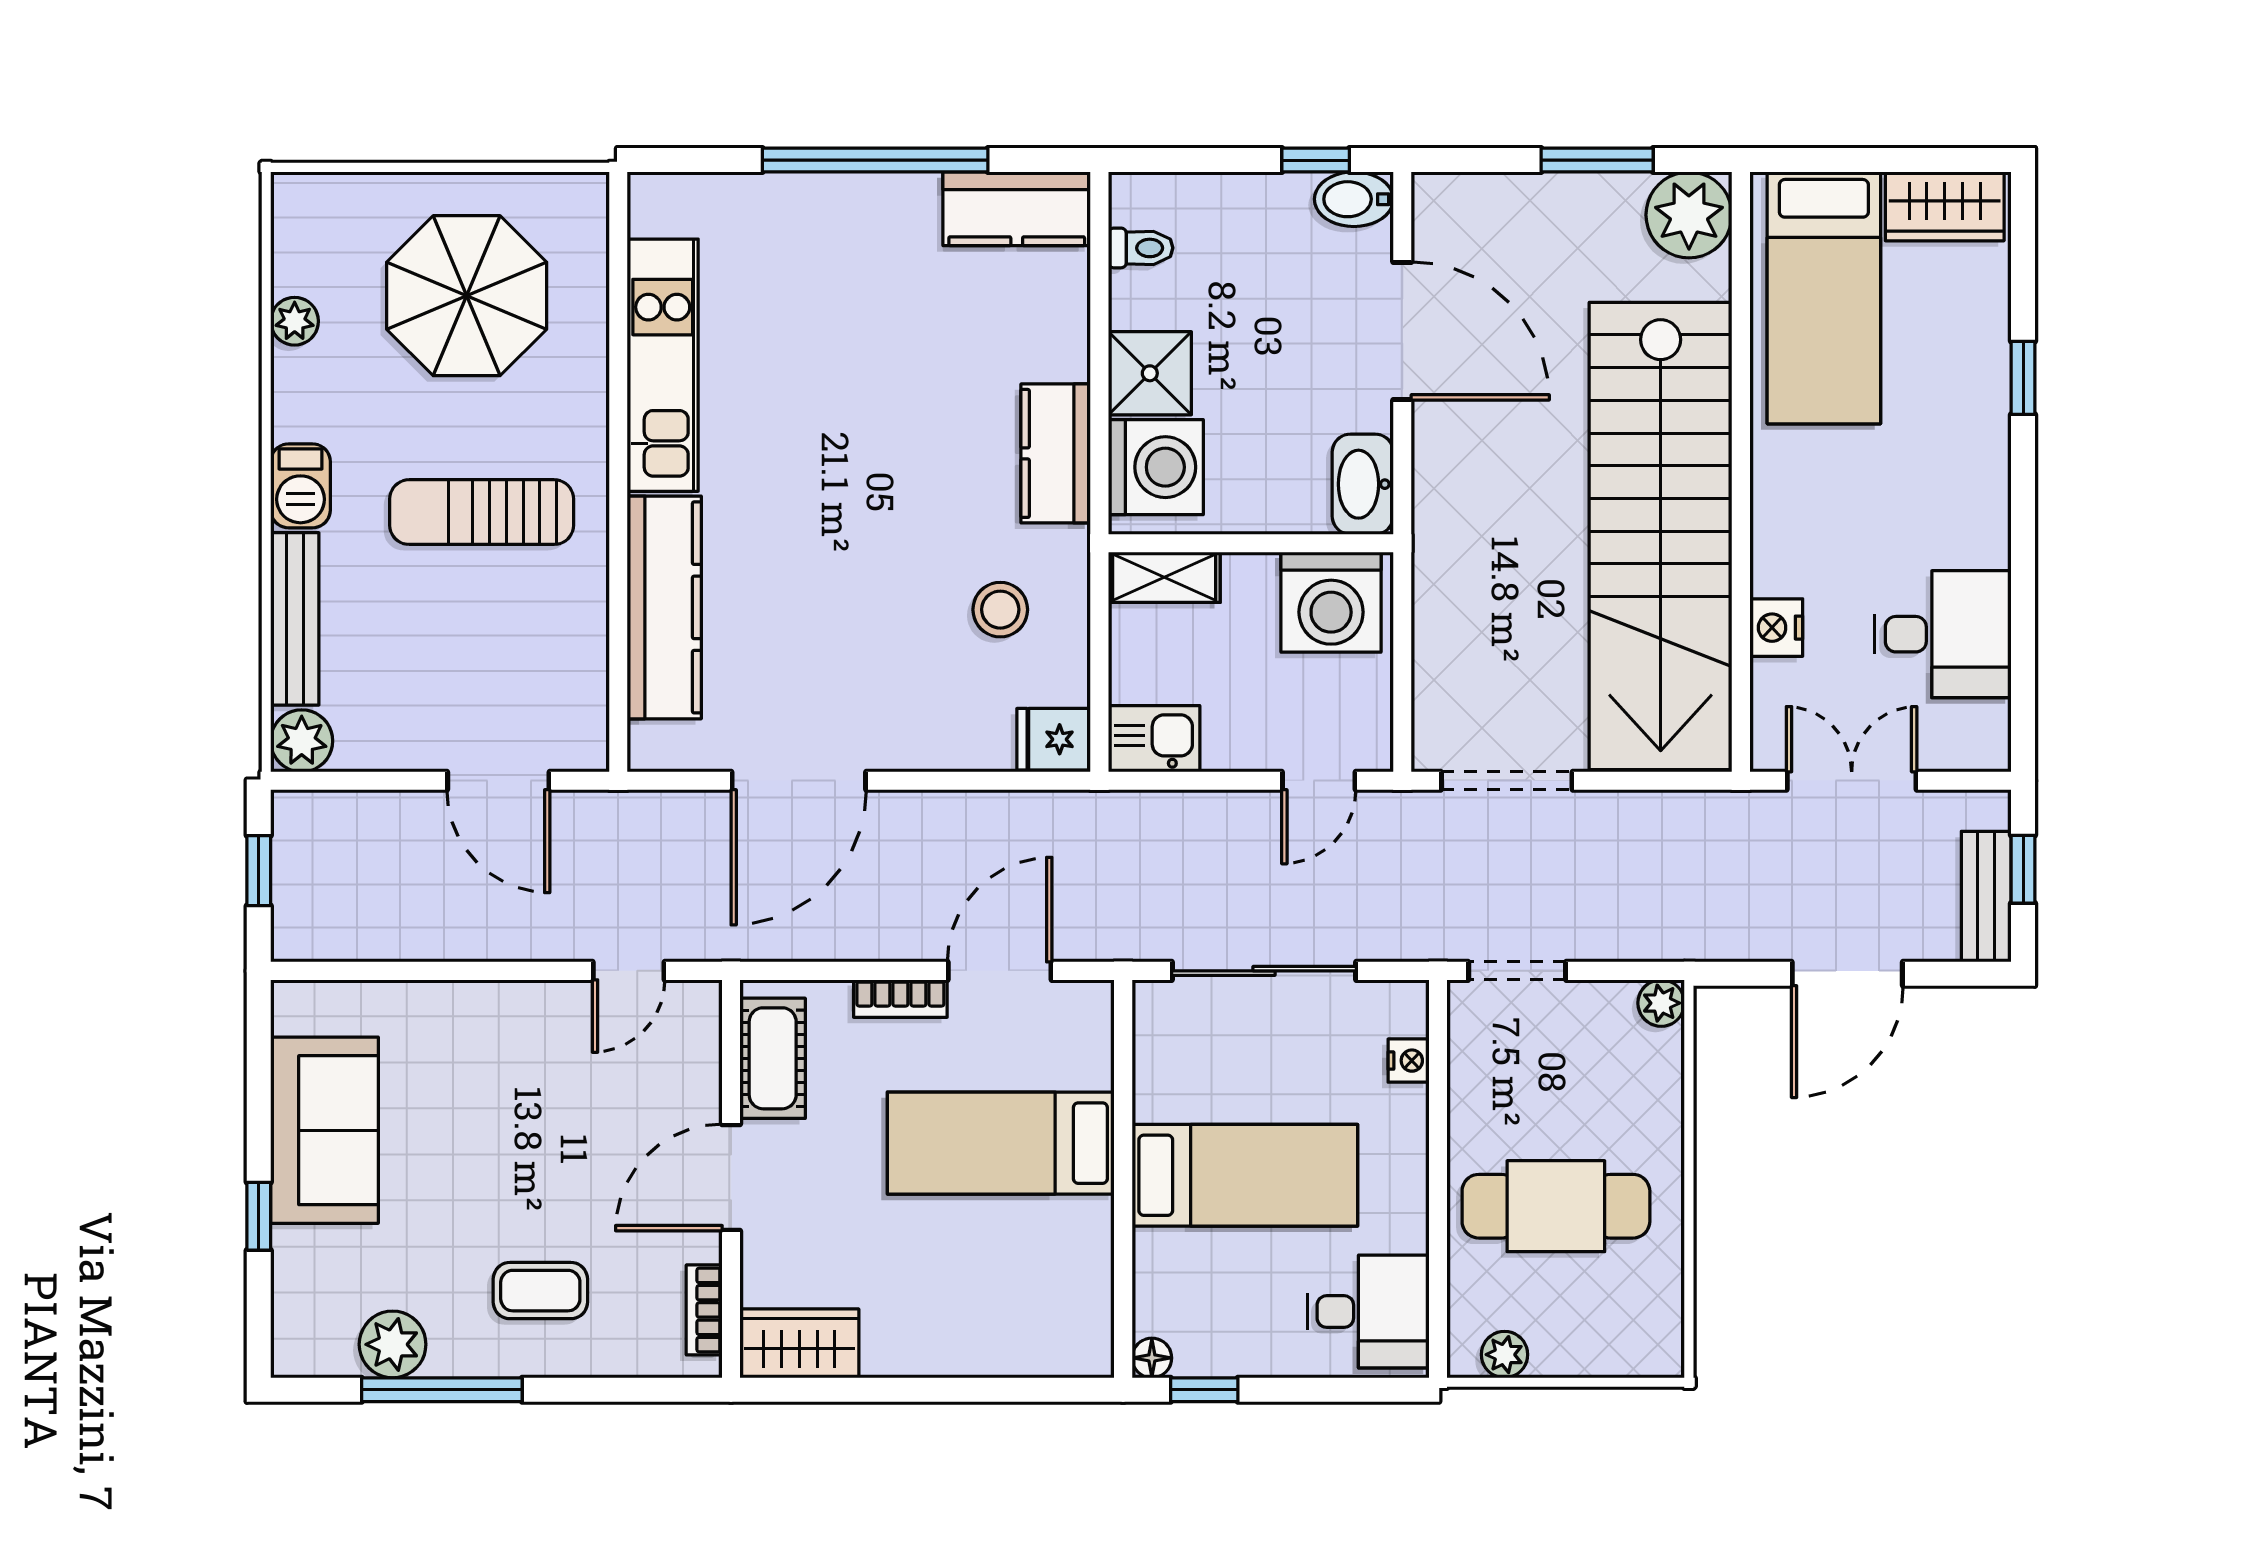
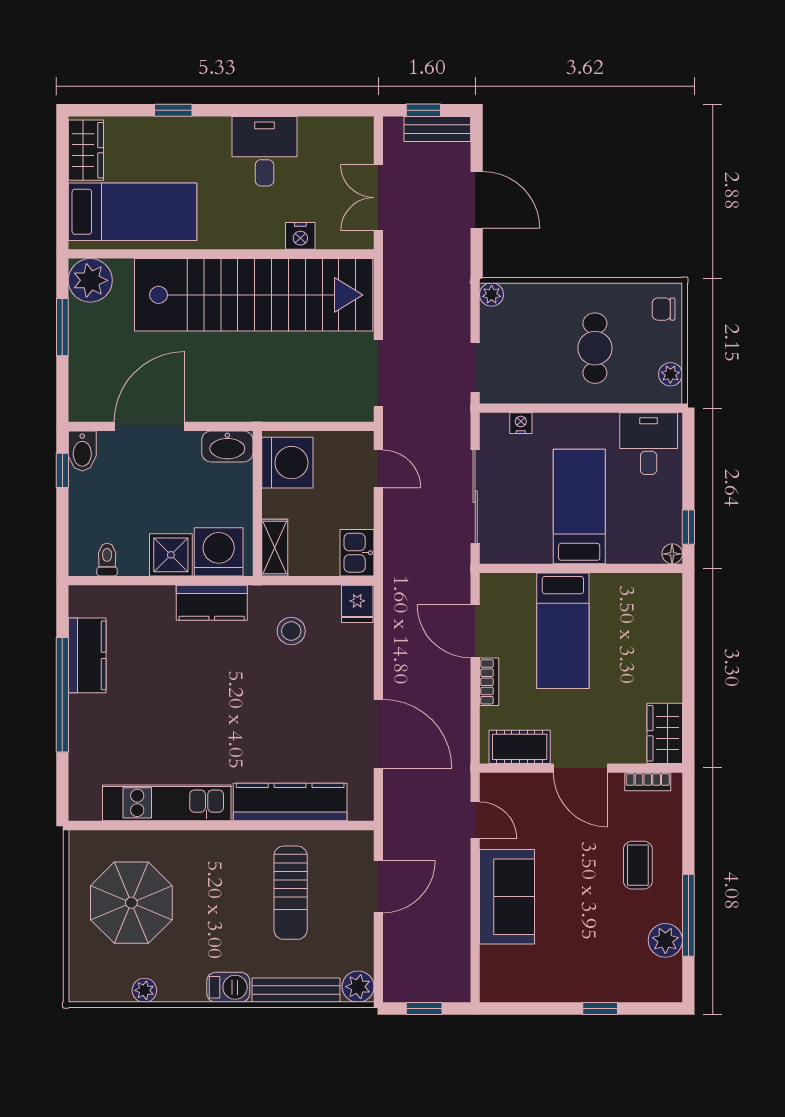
kitchen counter: (1017, 209) -> (87, 655), moved
sun lounger: (482, 512) -> (291, 893), moved
desk: (1943, 634) -> (265, 151), moved
sofa: (325, 1130) -> (507, 897), moved, turned 90
cafe table: (1556, 1206) -> (595, 348), width x0.73, depth x0.74
chair: (1633, 1341) -> (664, 309), added

